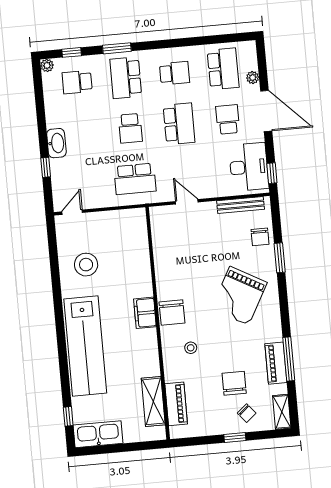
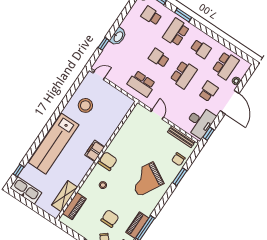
school desk: (130, 128) -> (159, 58), turned 90
chair: (172, 313) -> (108, 161), turned 180

